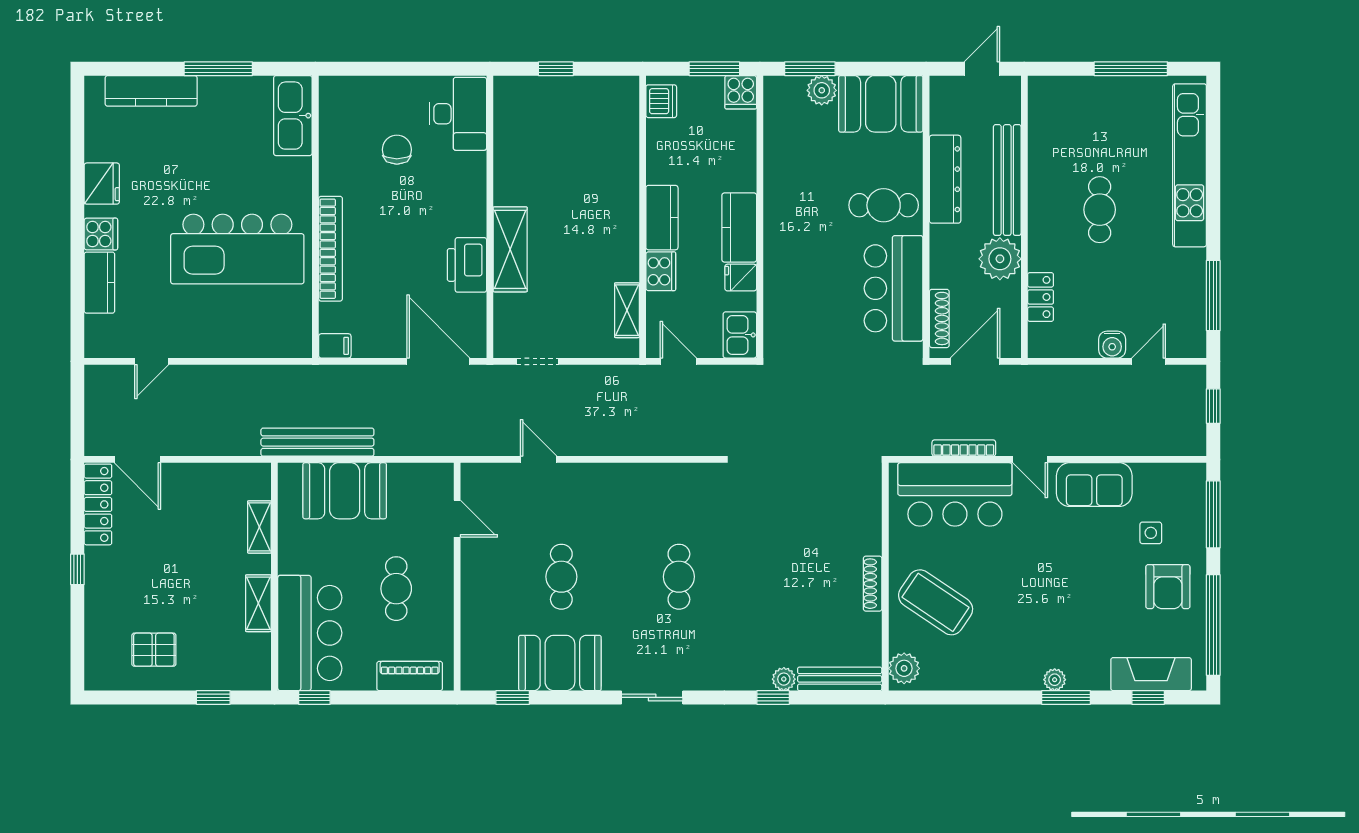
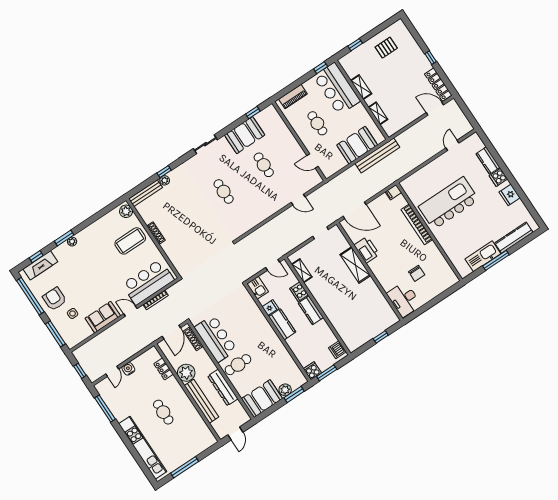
kitchen sink: (293, 116) -> (483, 256), moved, turned -90
coffee table: (936, 602) -> (130, 241), turned -34

